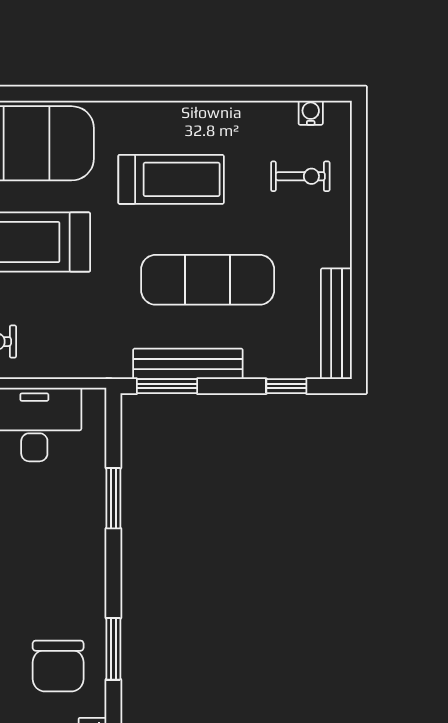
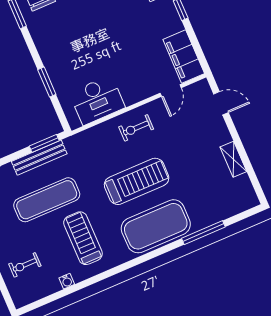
water cooler: (311, 113) -> (67, 281), moved
treadmill: (171, 179) -> (83, 238), turned 90

